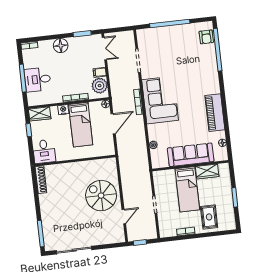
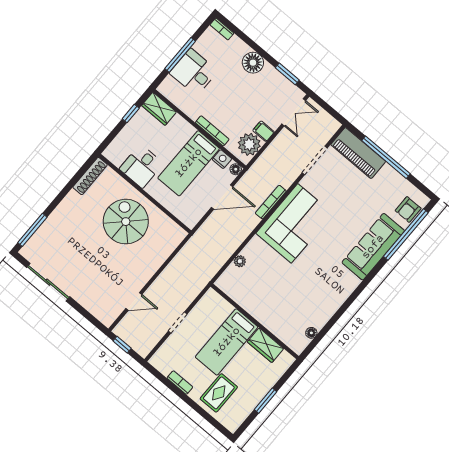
nightstand: (63, 110) -> (222, 159), moved
piano: (215, 113) -> (358, 153), moved, turned -90
desk: (44, 151) -> (141, 166), moved
sofa: (191, 155) -> (373, 247), moved, turned -90
spiral stairs: (101, 196) -> (126, 222), moved

